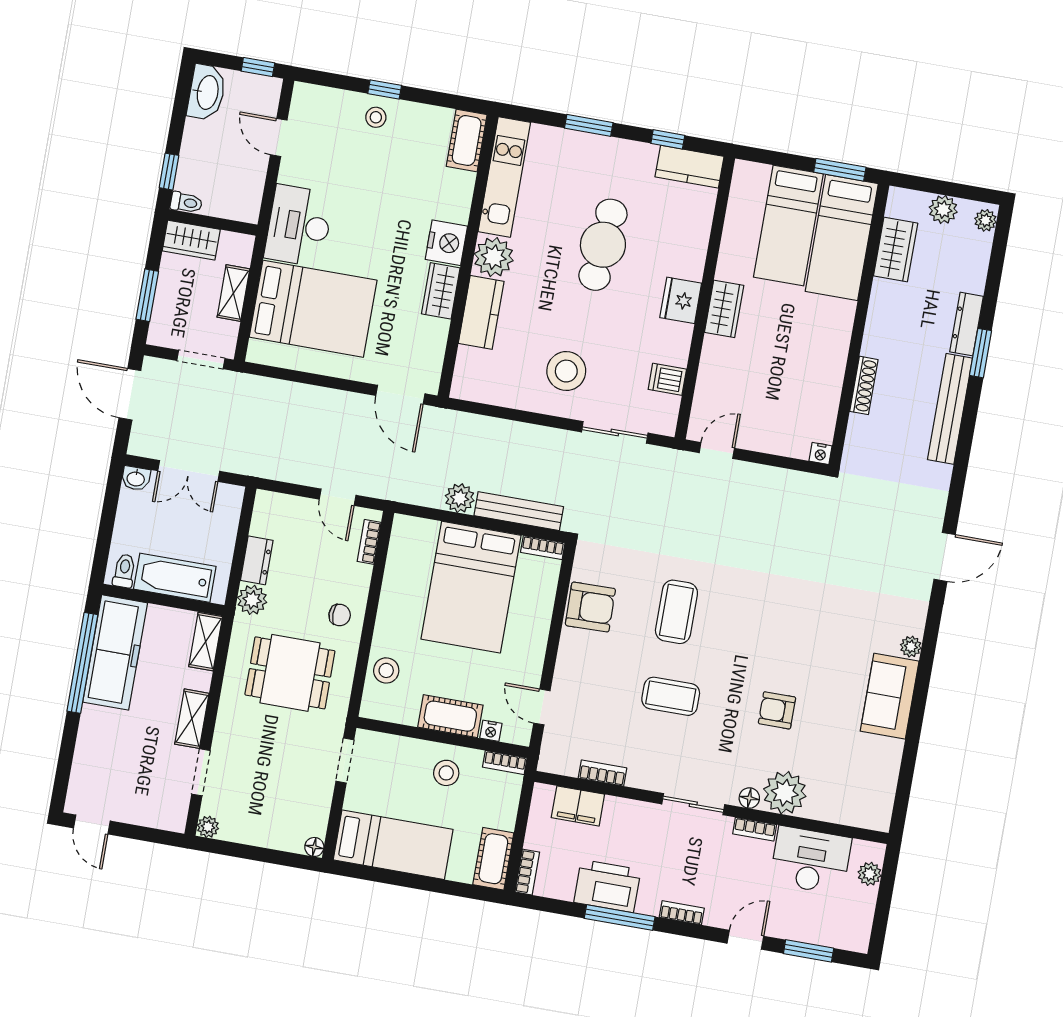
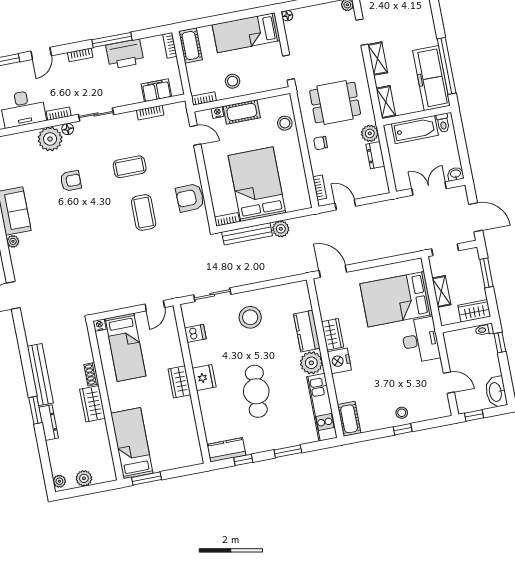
bed: (788, 225) -> (126, 347), moved, turned 180
wardrobe: (896, 249) -> (92, 404), moved
shoe rack: (864, 385) -> (91, 374), width x0.70

